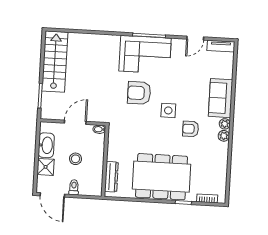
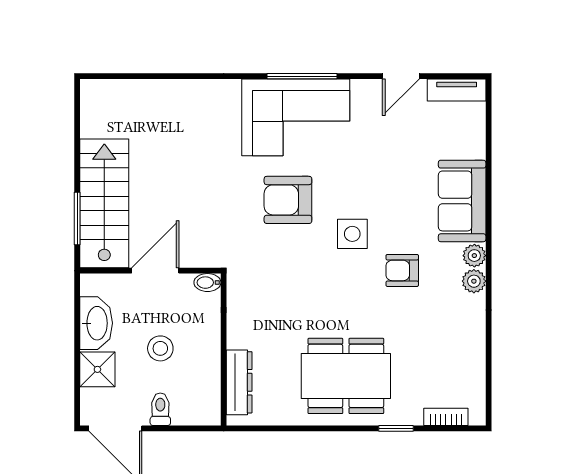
stairs: (55, 62) -> (104, 203), moved
dining table: (161, 177) -> (346, 376), width x0.73, depth x0.80

